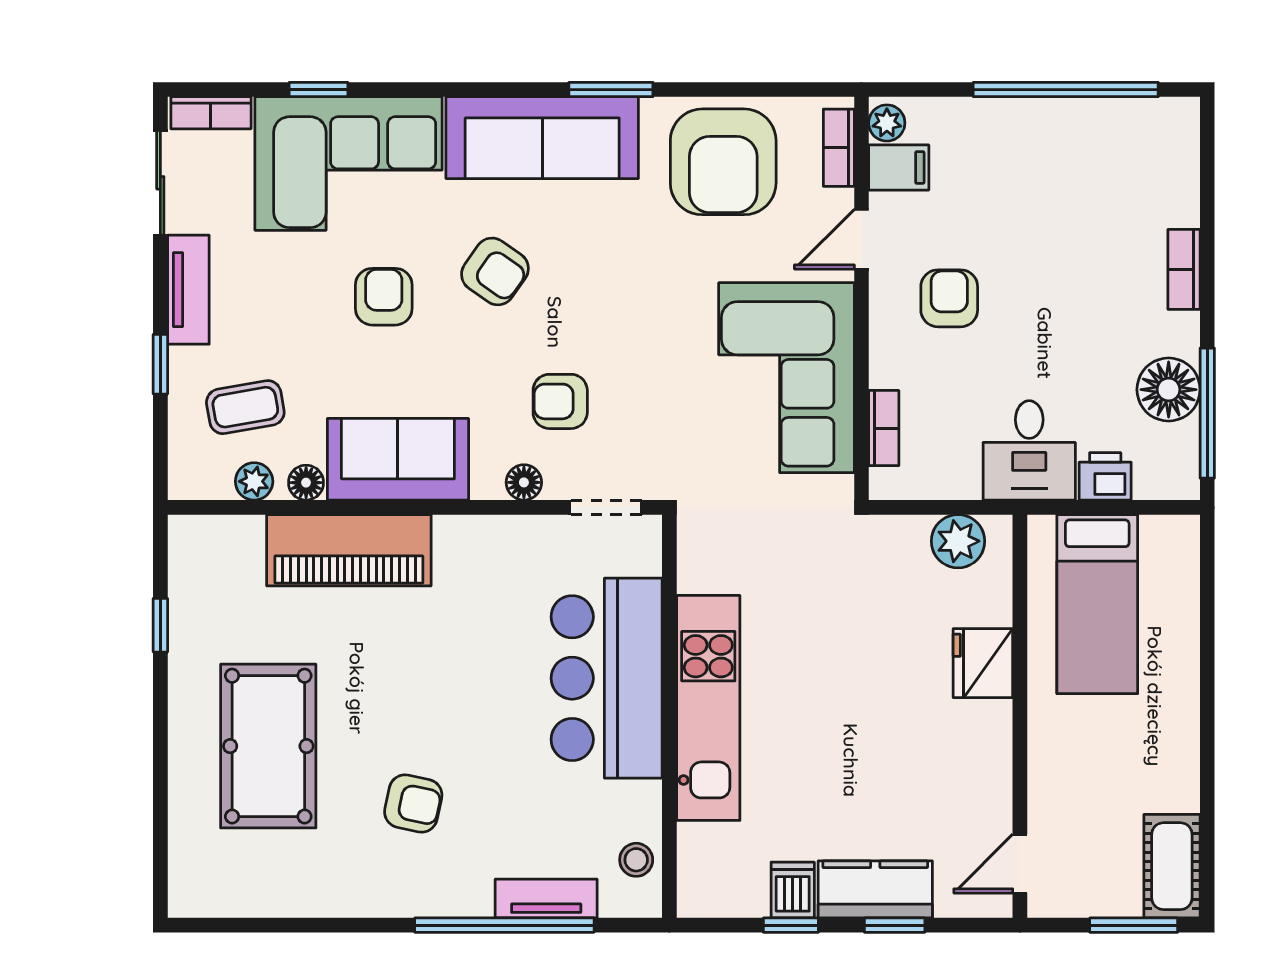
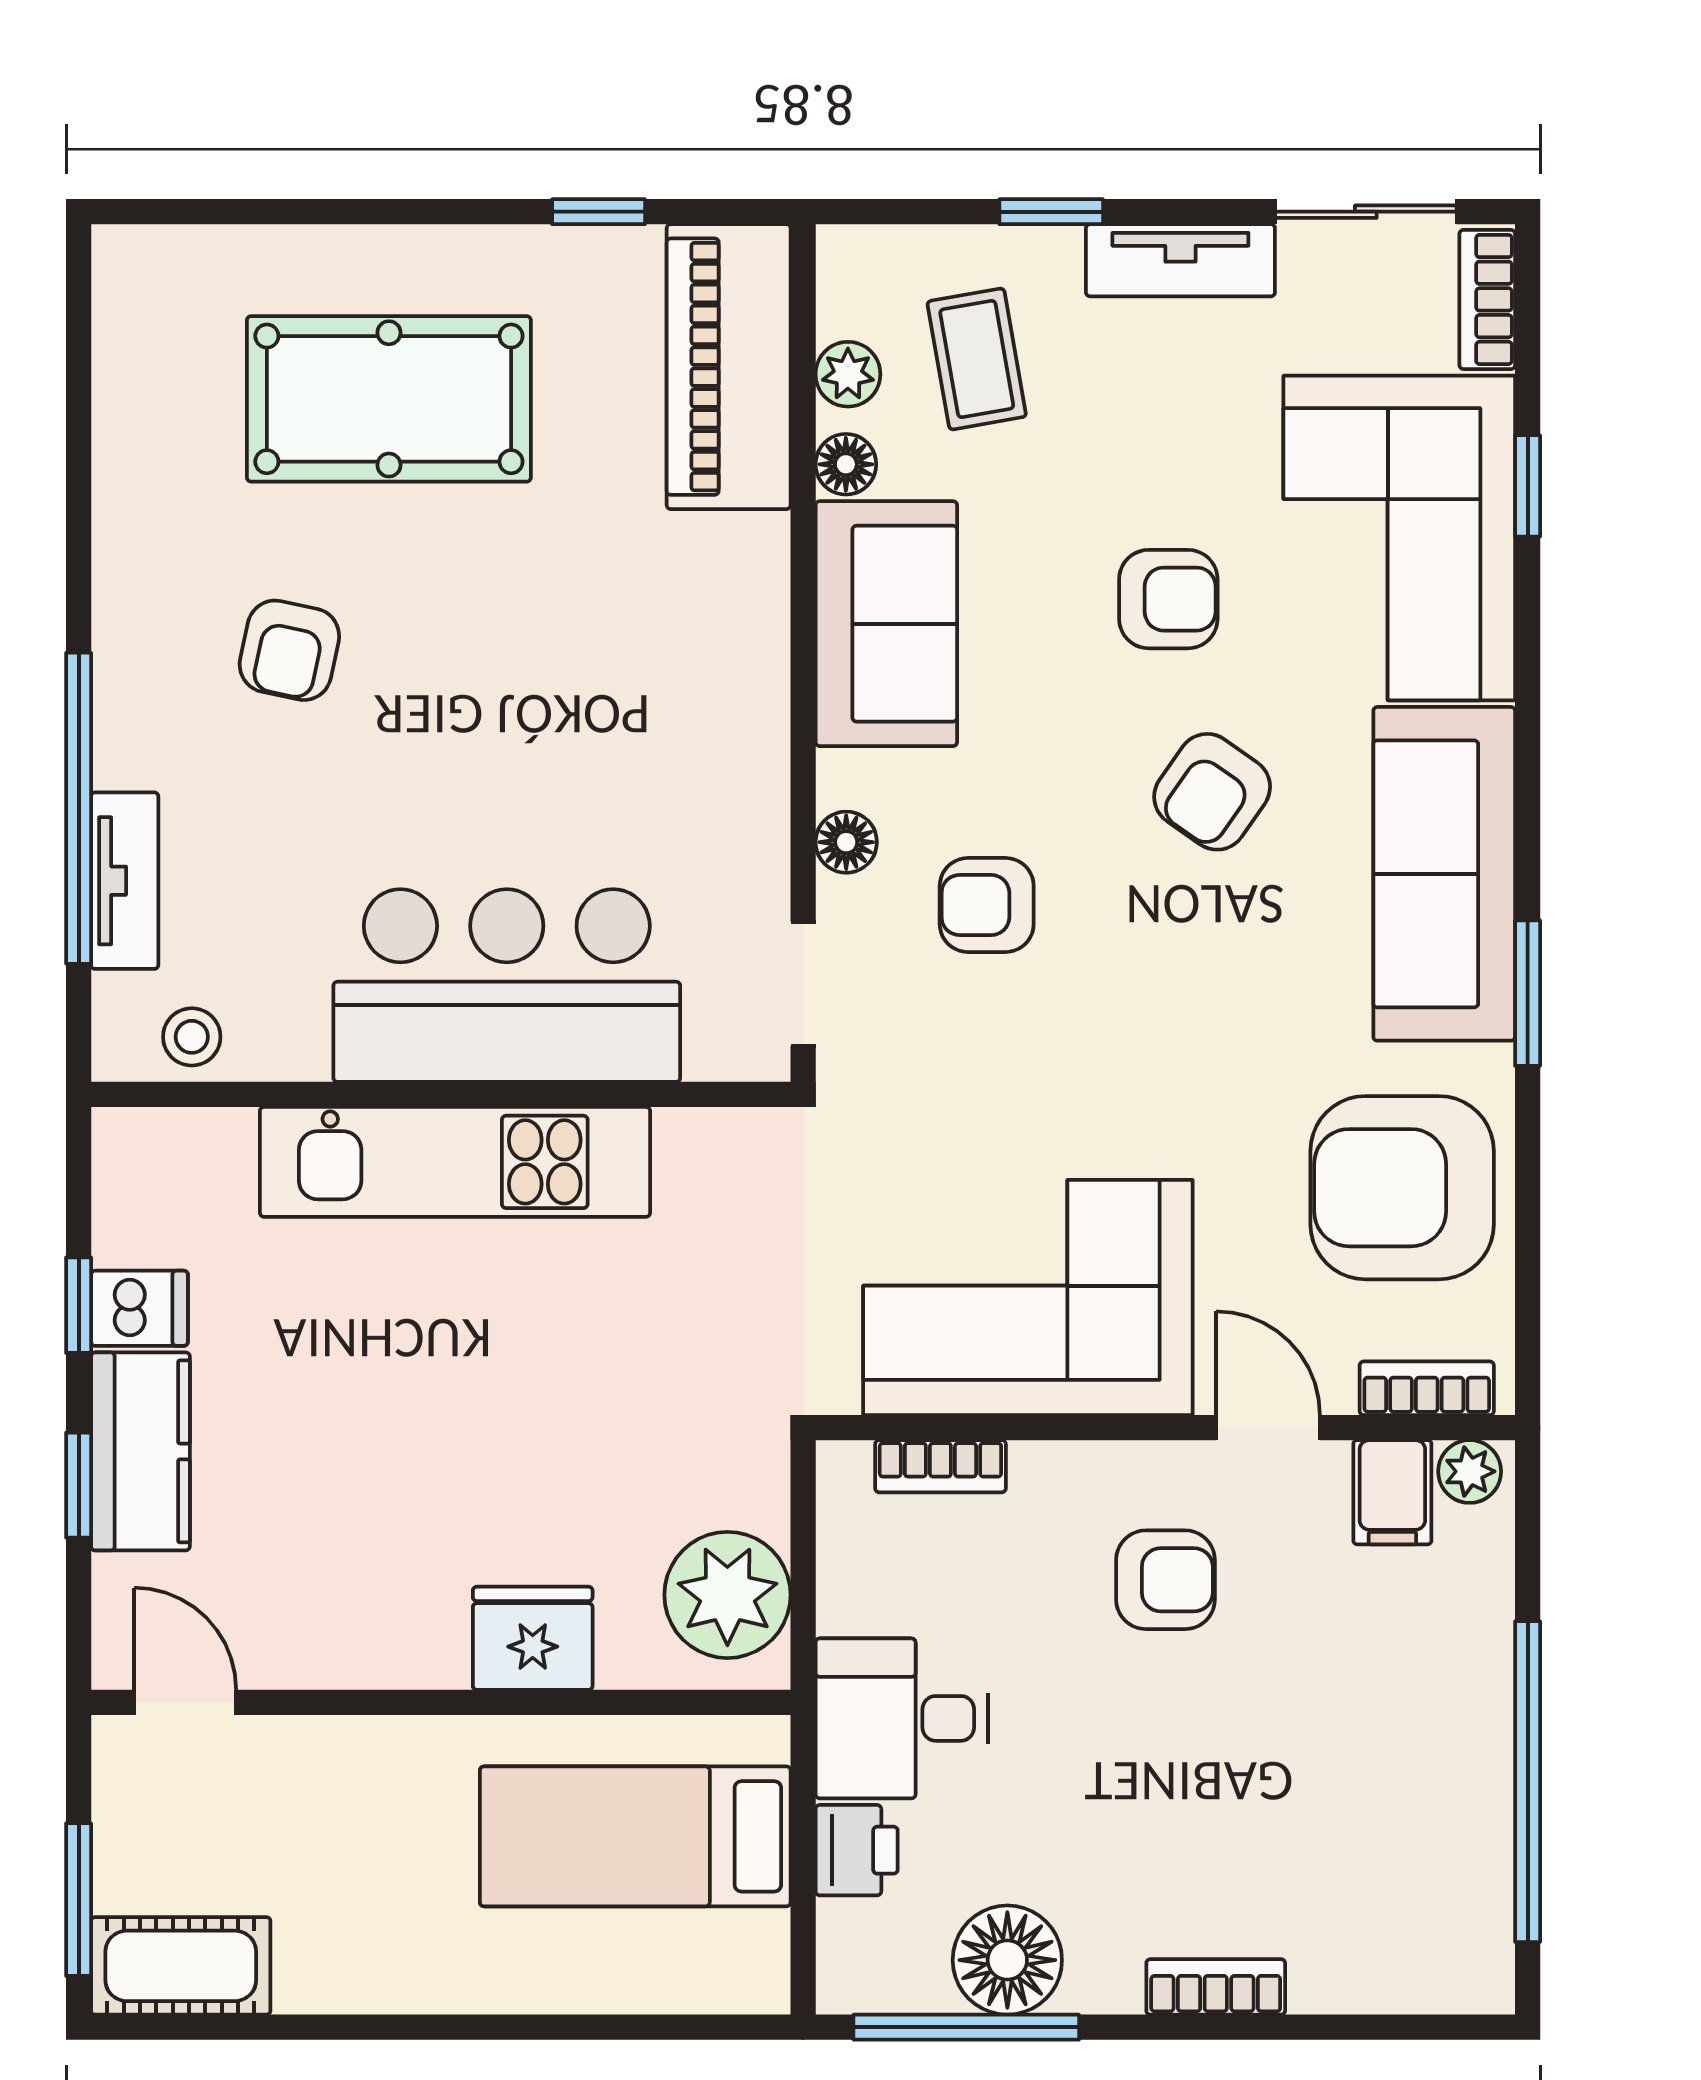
armchair: (560, 401) -> (987, 905), turned -90
plant: (958, 541) -> (727, 1595), width x1.36, depth x1.36
piano: (349, 550) -> (729, 367), moved

